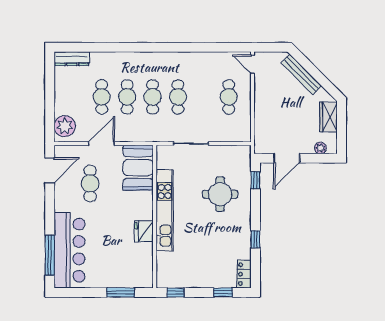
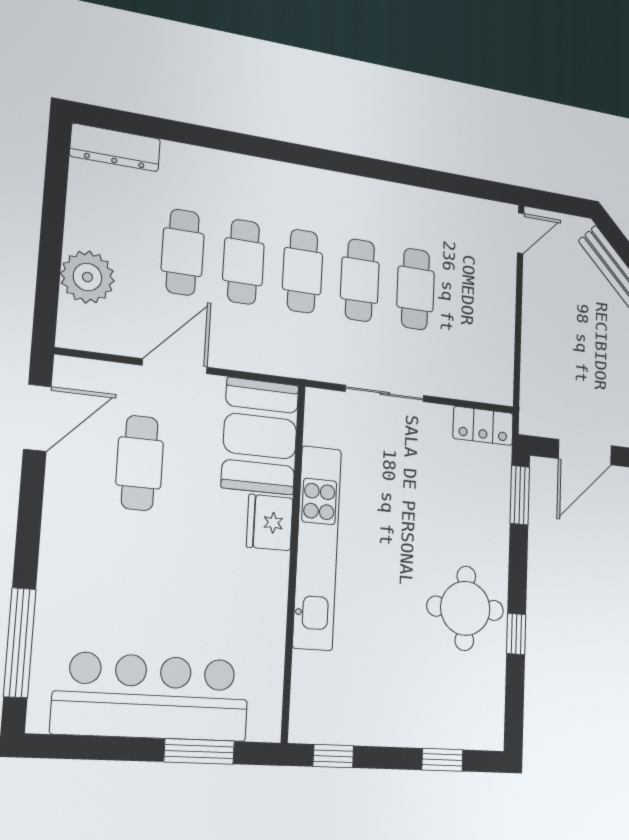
door: (252, 64) -> (521, 233), swing flipped
cafe table: (229, 97) -> (416, 289), moved
plant: (65, 126) -> (87, 277), moved
window: (255, 180) -> (520, 495), width x1.50
round table: (220, 194) -> (465, 608), moved
fridge: (144, 231) -> (270, 522), moved
bar counter: (69, 250) -> (152, 697), moved, turned -90
locker: (244, 274) -> (483, 426), moved, turned -90

